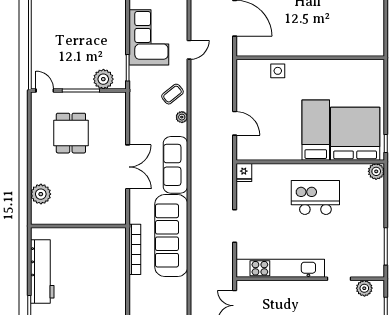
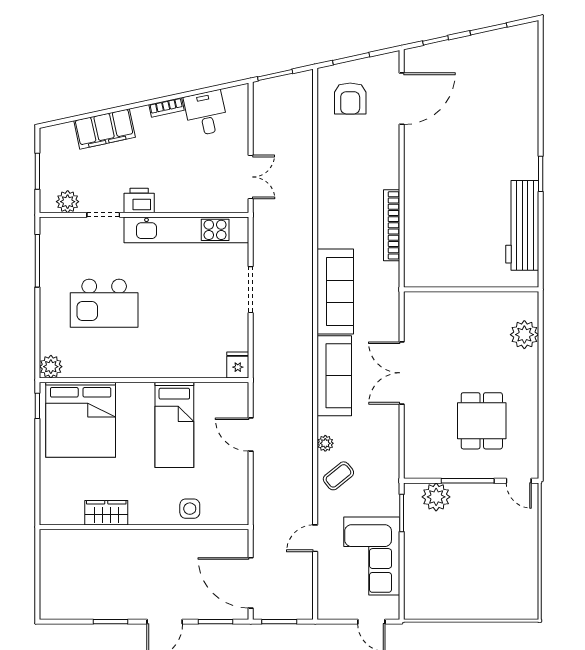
wardrobe: (337, 68) -> (106, 513), added
bed: (316, 130) -> (174, 425), moved
kitchen island: (315, 197) -> (104, 303), moved
sofa: (171, 236) -> (335, 291), width x0.74, depth x0.79
bookcase: (135, 249) -> (392, 225), moved
printer: (314, 289) -> (139, 201), added

